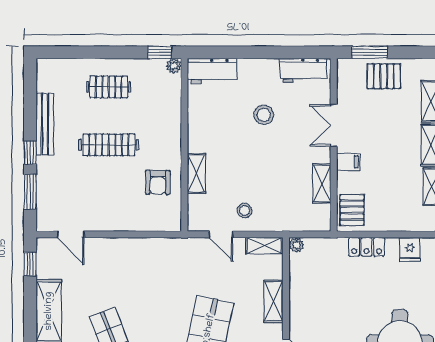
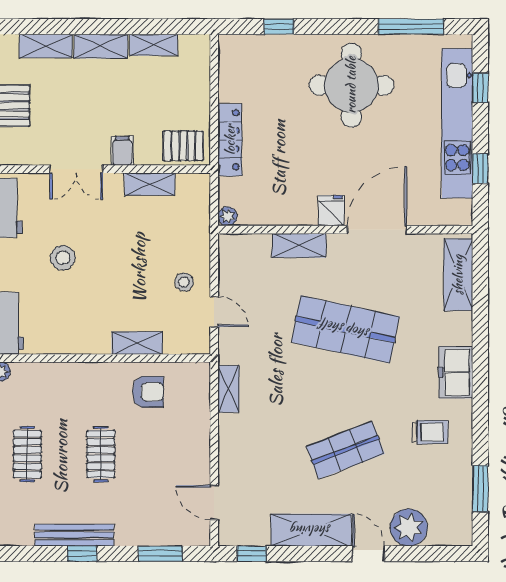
clothes rail: (109, 145) -> (101, 454), width x0.73
window: (30, 153) -> (82, 554), moved
door: (71, 234) -> (214, 502), swing flipped
door: (221, 234) -> (214, 312), hinge flipped
shelving: (264, 246) -> (229, 389), moved
locker: (367, 247) -> (230, 140), width x1.53
fridge: (410, 249) -> (331, 210), moved, turned -90

